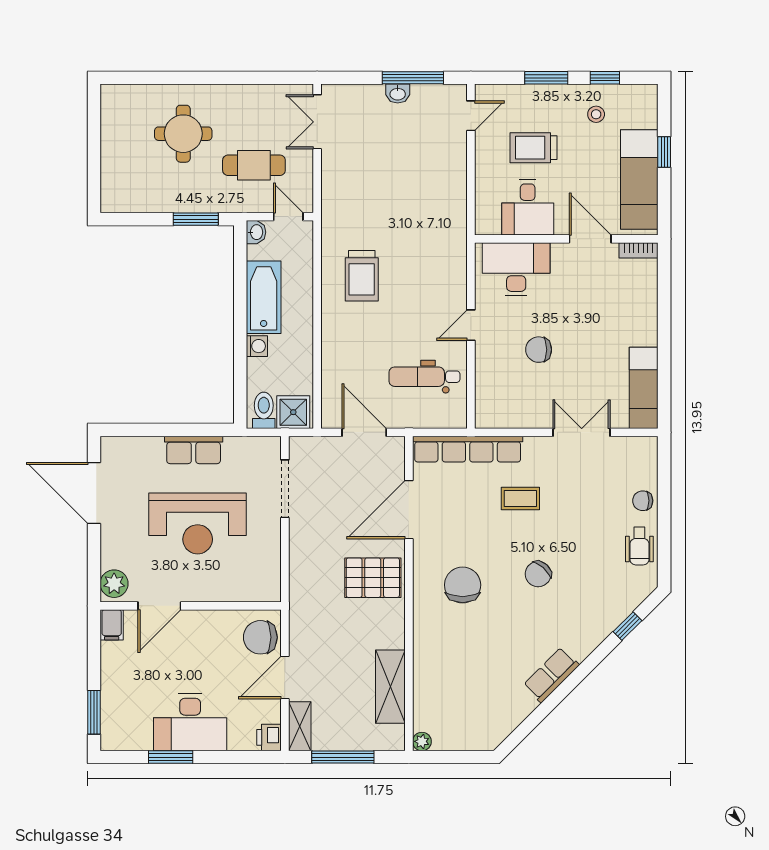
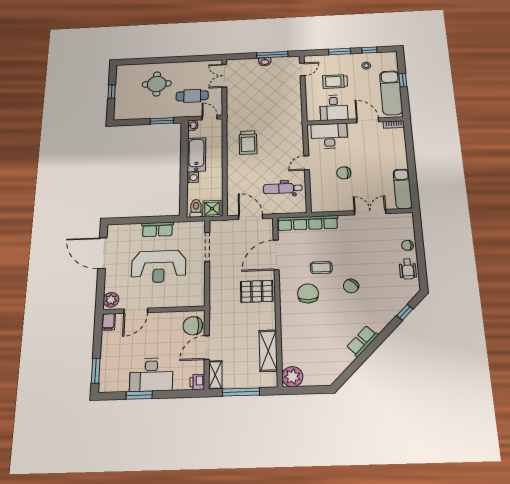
window: (94, 146) -> (112, 92), added
coffee table: (520, 498) -> (321, 268), moved
plant: (422, 741) -> (292, 377), width x1.88, depth x1.88

